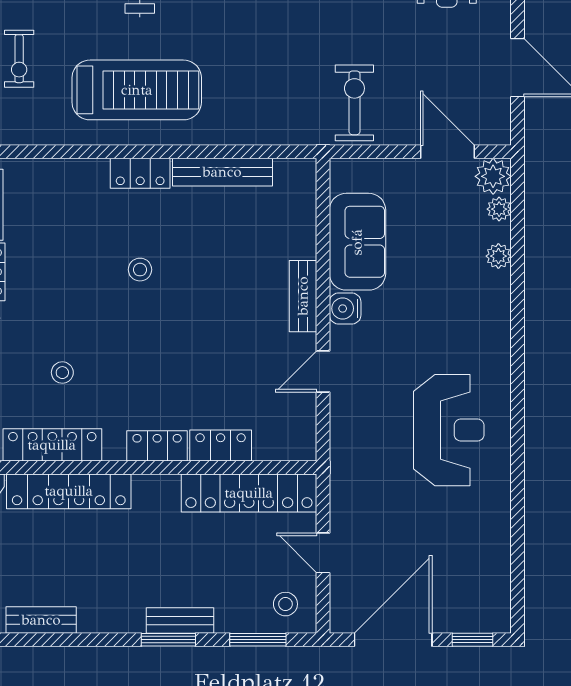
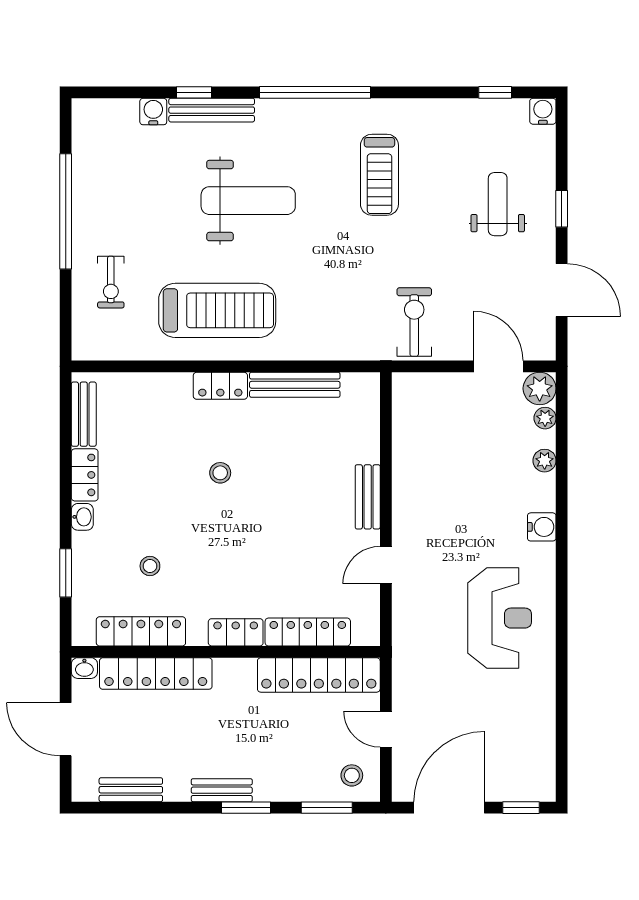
sofa: (357, 242) -> (417, 448), removed
water cooler: (345, 308) -> (542, 527), moved, turned 180
locker: (221, 446) -> (308, 632), width x1.53
bench: (180, 620) -> (222, 790), moved

